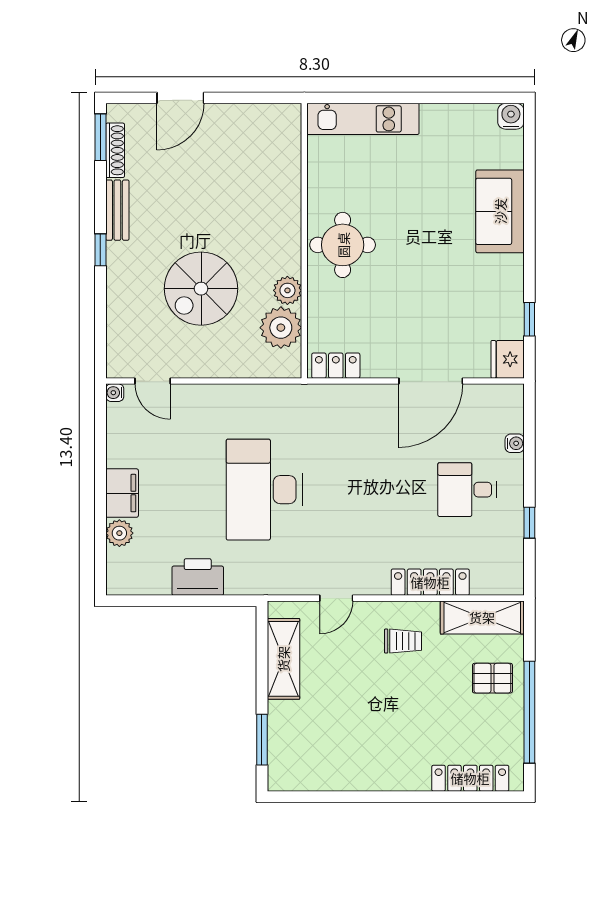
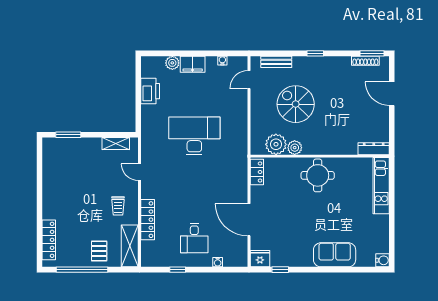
dresser: (290, 134) -> (374, 149), added
bench: (117, 210) -> (276, 62), moved
water cooler: (115, 393) -> (222, 61), moved
desk: (467, 490) -> (194, 238), turned 180
printer: (198, 577) -> (150, 91), moved
shelving: (283, 659) -> (116, 144), width x0.67, depth x0.75

